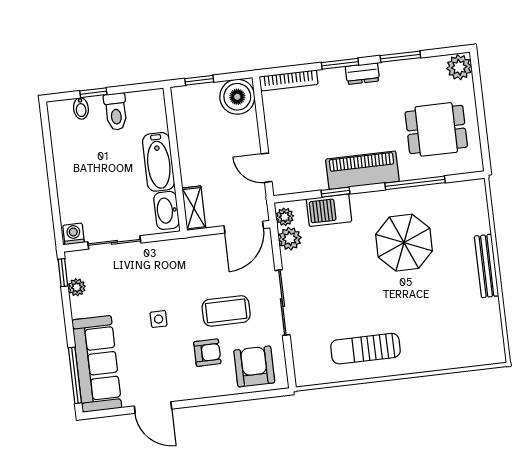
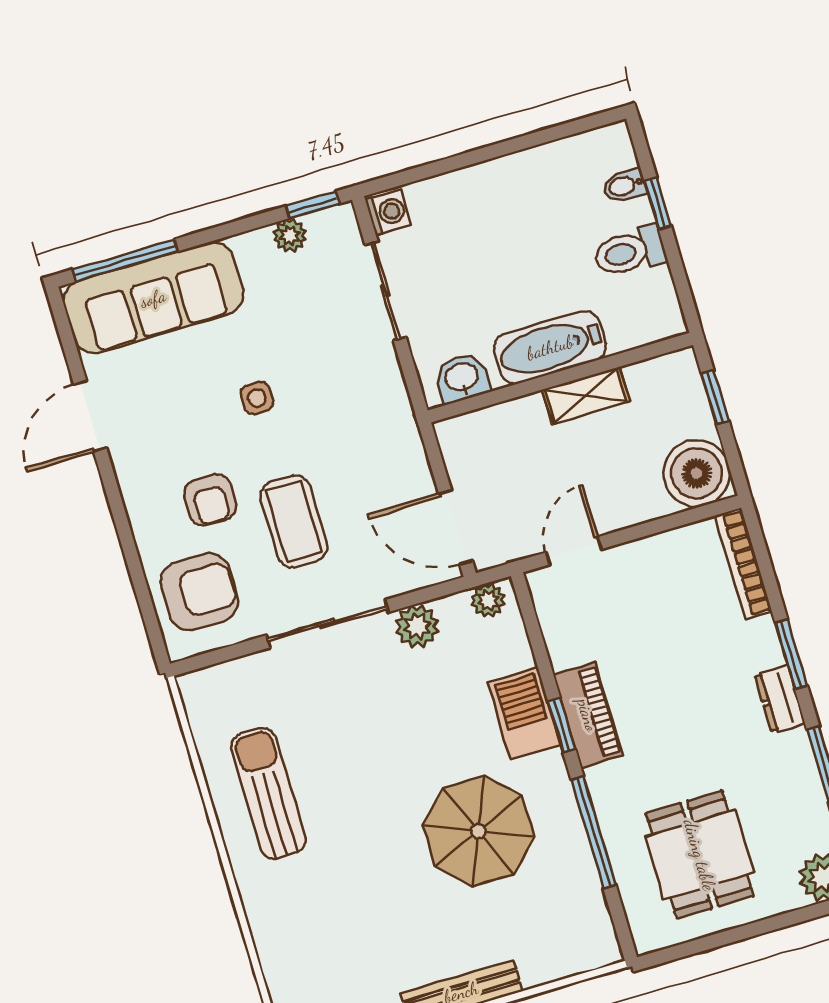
piano: (362, 170) -> (588, 715), width x0.73, depth x0.75
window: (336, 192) -> (562, 725), moved
shelving: (194, 208) -> (586, 396), moved
washbasin: (166, 210) -> (462, 378), width x0.72
barbecue: (329, 210) -> (524, 713), moved
plant: (290, 239) -> (417, 626), moved

